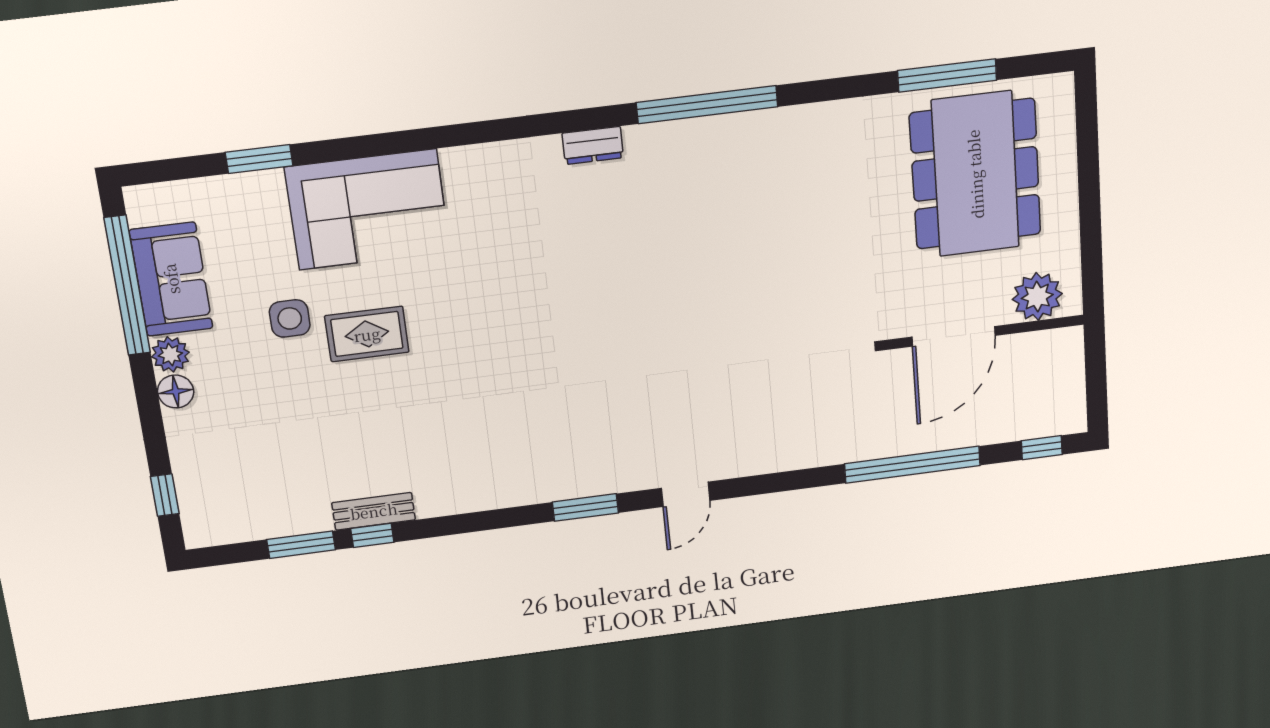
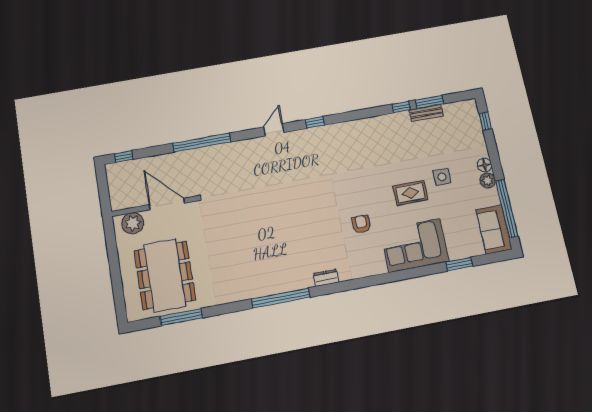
armchair: (495, 267) -> (361, 224), added
sofa: (171, 279) -> (494, 229), moved
side table: (290, 318) -> (442, 177), moved
door: (954, 336) -> (167, 204), hinge flipped
window: (912, 465) -> (202, 143), moved
window: (585, 507) -> (315, 122), width x0.67
bench: (374, 511) -> (426, 113), moved

